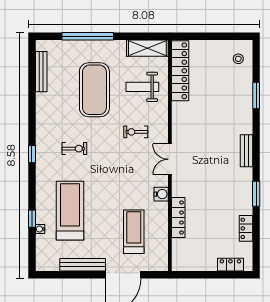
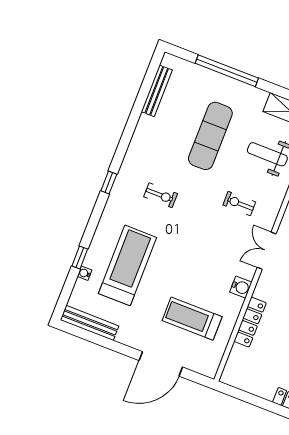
exercise mat: (94, 90) -> (210, 136), width x0.68
treadmill: (134, 232) -> (192, 319), turned -90
bench: (83, 265) -> (90, 323), moved

